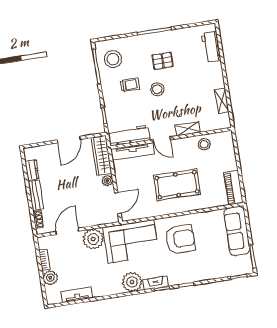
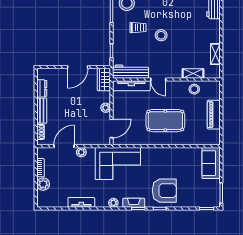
pallet: (162, 61) -> (169, 11), removed
shelving: (188, 129) -> (193, 74), moved
wardrobe: (101, 155) -> (104, 79), width x0.67
piano: (233, 188) -> (214, 115), moved
sofa: (237, 231) -> (211, 163), width x0.73
plant: (93, 239) -> (81, 152), width x0.53, depth x0.53
armchair: (180, 239) -> (164, 191), moved
plant: (132, 282) -> (113, 203), width x0.53, depth x0.53
tv unit: (77, 295) -> (81, 202), moved

